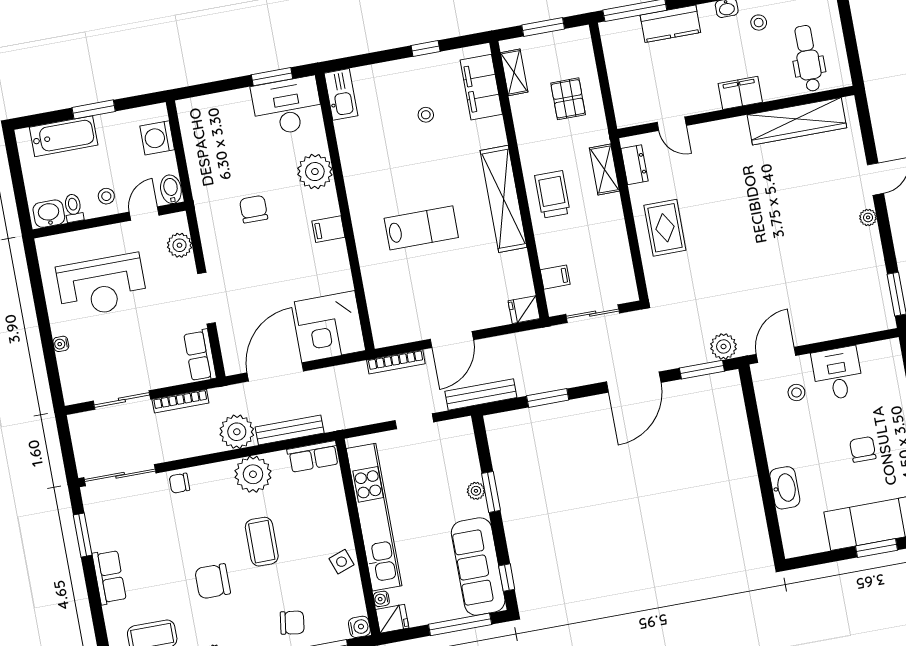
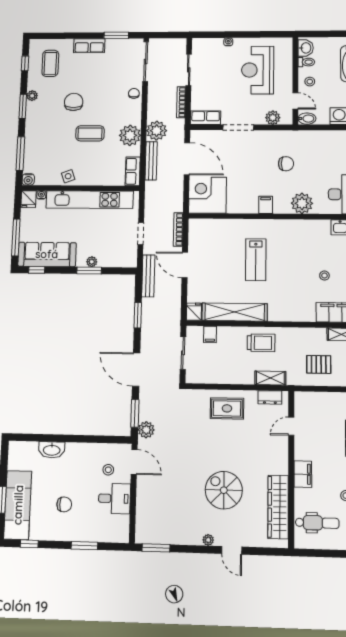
shelving: (503, 199) -> (235, 312), moved
spiral stairs: (790, 208) -> (224, 490), added
chair: (292, 623) -> (40, 142), removed

